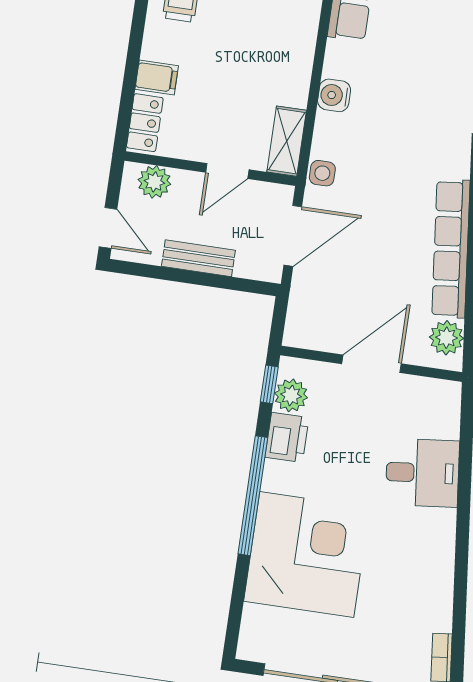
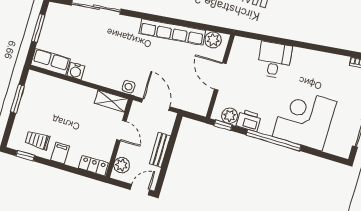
filing cabinet: (157, 78) -> (60, 153), moved
water cooler: (334, 95) -> (76, 71), moved

